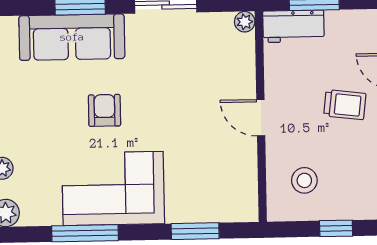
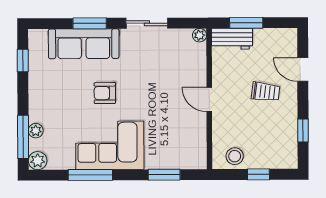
armchair: (104, 110) -> (105, 93), turned -90
stool: (304, 180) -> (235, 156), moved

